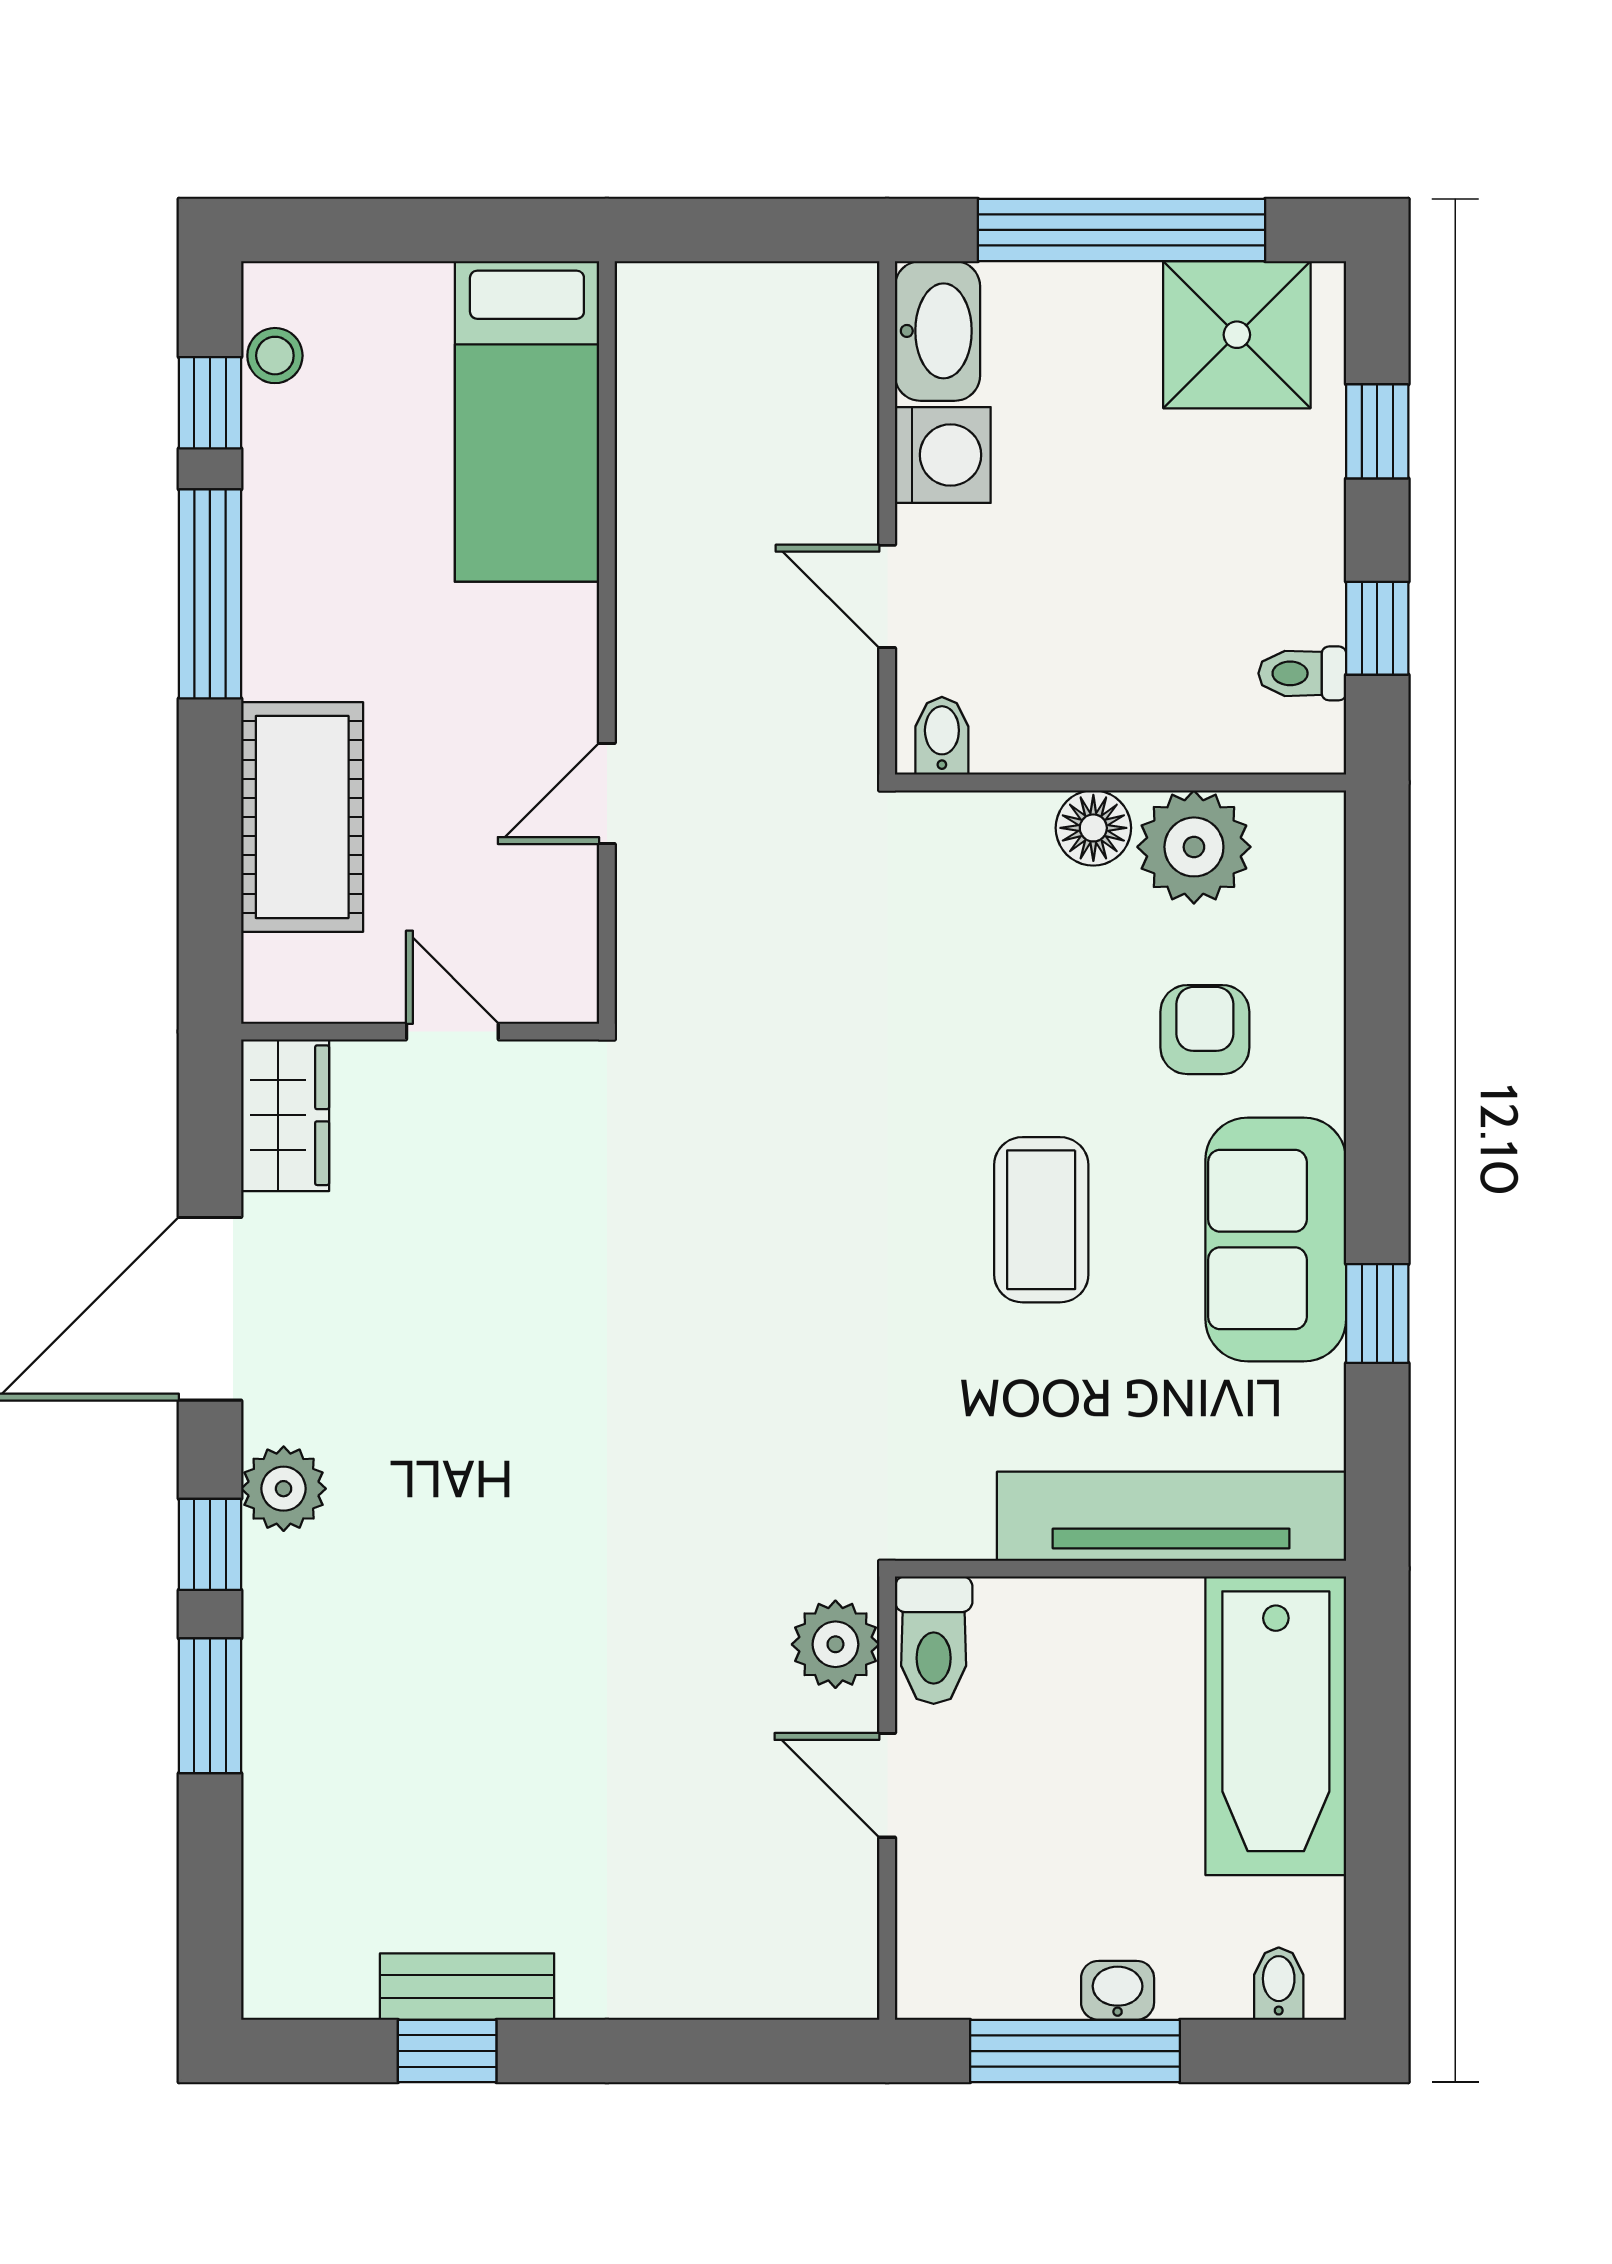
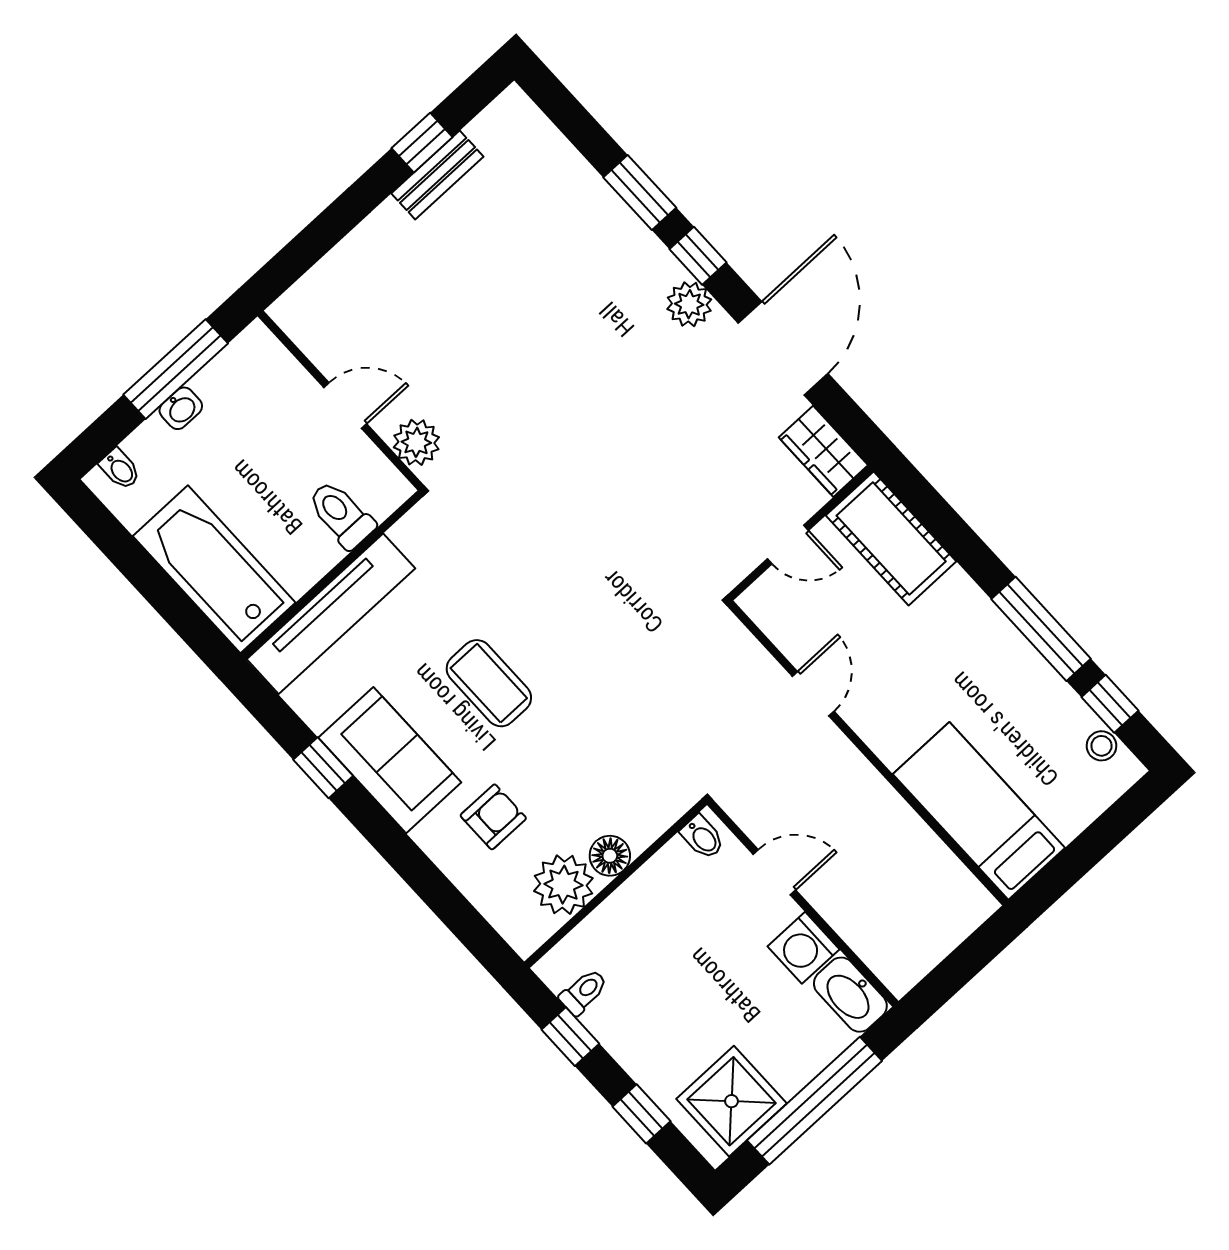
cot: (302, 817) -> (891, 538), moved
armchair: (1205, 1030) -> (493, 817), turned -90
toilet: (934, 1640) -> (341, 515), moved

